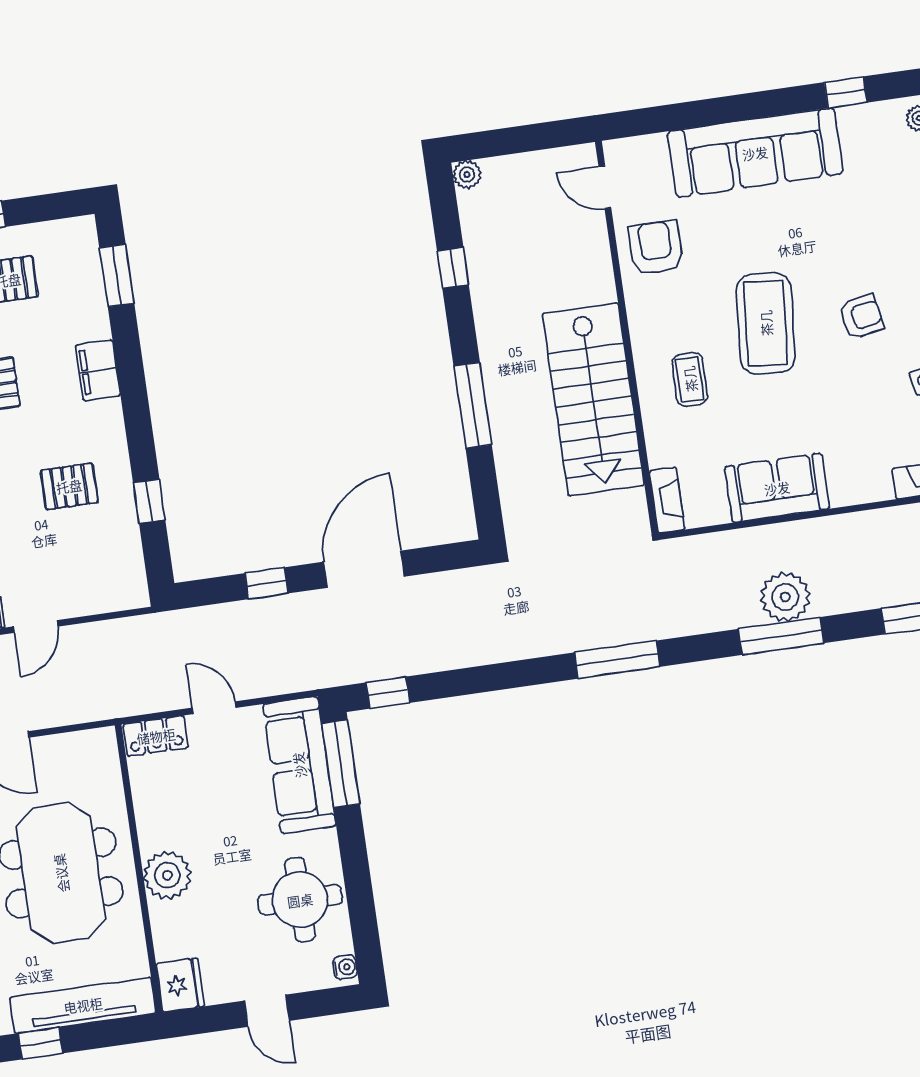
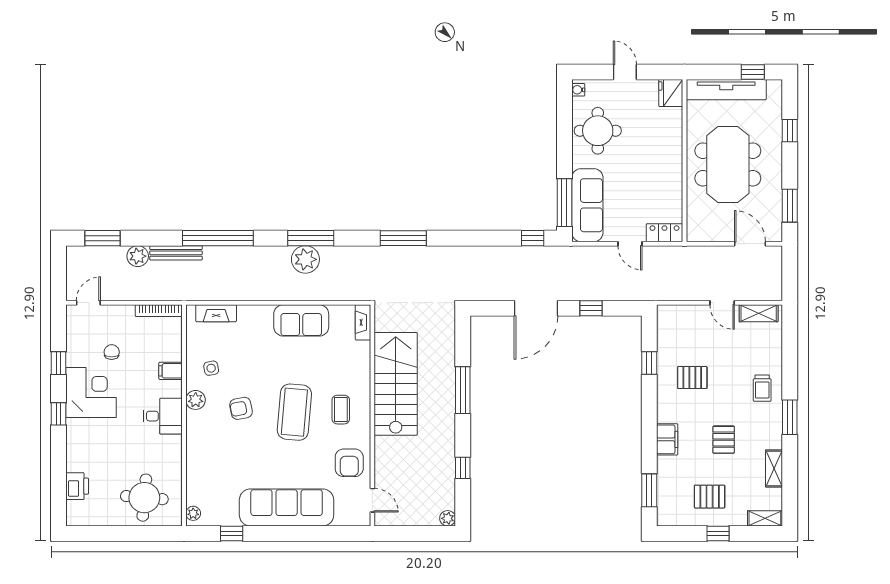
coffee table: (690, 379) -> (341, 410), moved
door: (36, 627) -> (722, 303), swing flipped
plant: (167, 875) -> (669, 155), removed

